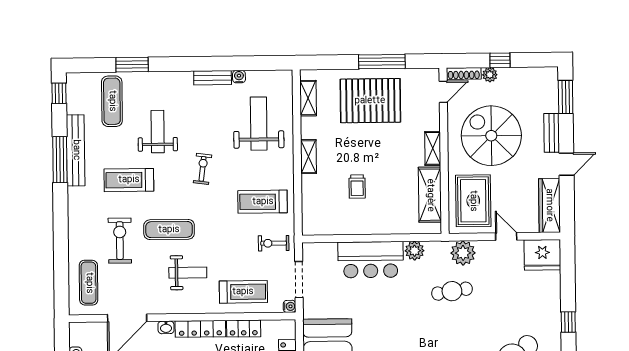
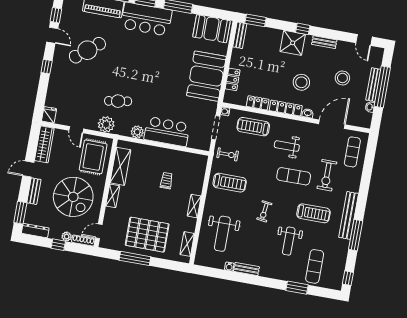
dresser: (538, 75) -> (35, 231), added
bench: (76, 150) -> (349, 215), moved
fridge: (542, 255) -> (49, 115), width x0.53, depth x0.75

